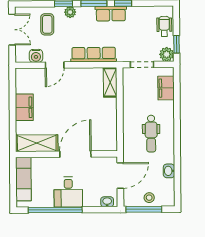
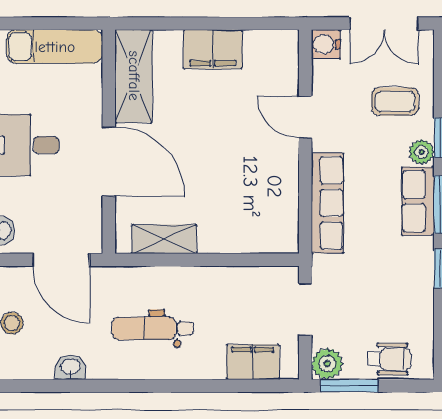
row of seats: (111, 14) -> (418, 201), moved
window: (176, 44) -> (349, 386), width x1.50
water cooler: (36, 56) -> (326, 44), moved
shelving: (110, 82) -> (164, 239), moved

